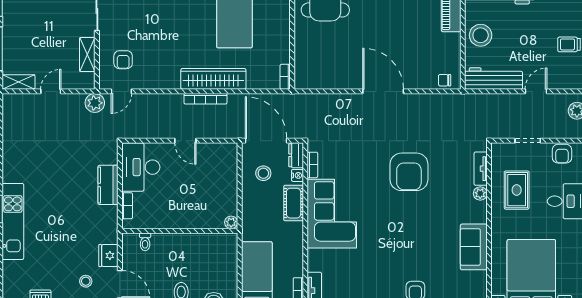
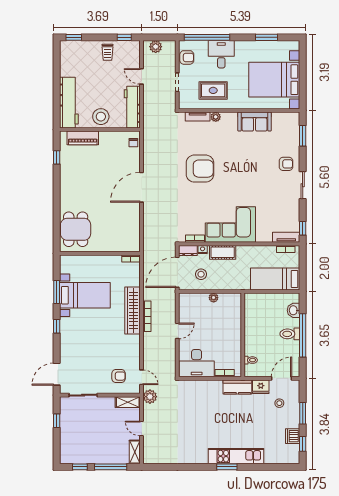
shelving: (87, 55) -> (128, 402), moved
kitchen counter: (108, 185) -> (237, 387), moved
plant: (231, 222) -> (214, 298), moved

